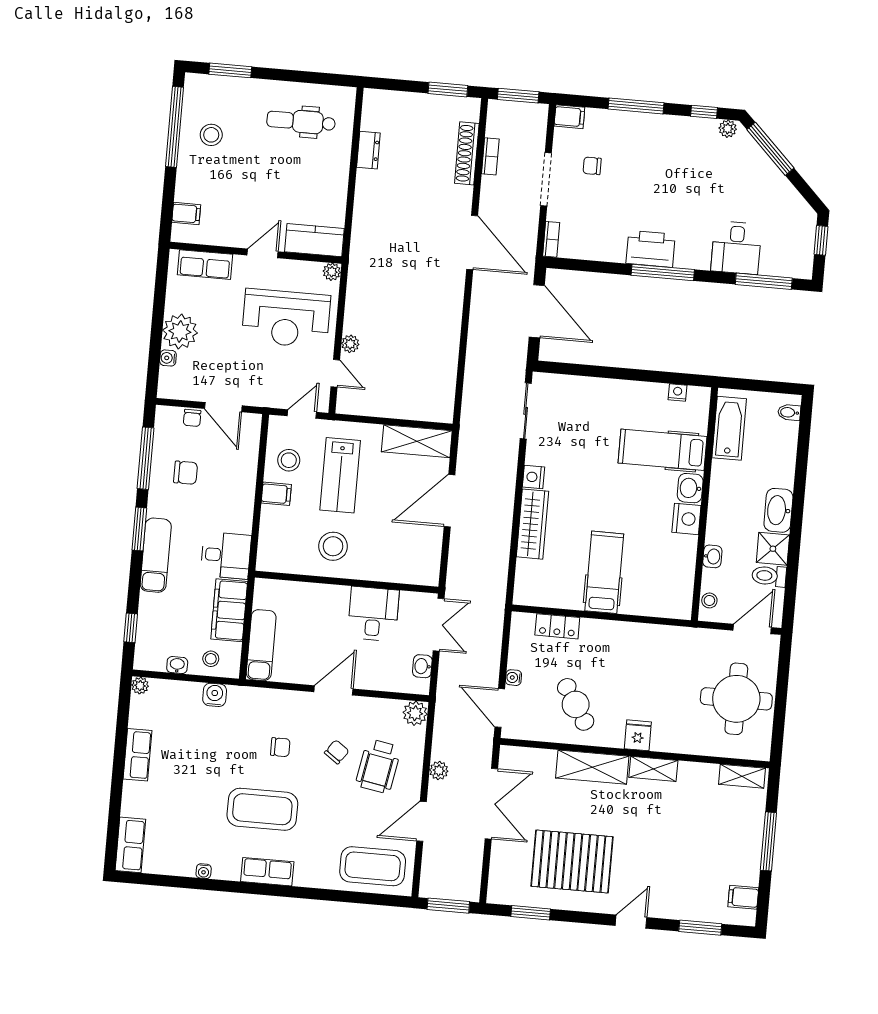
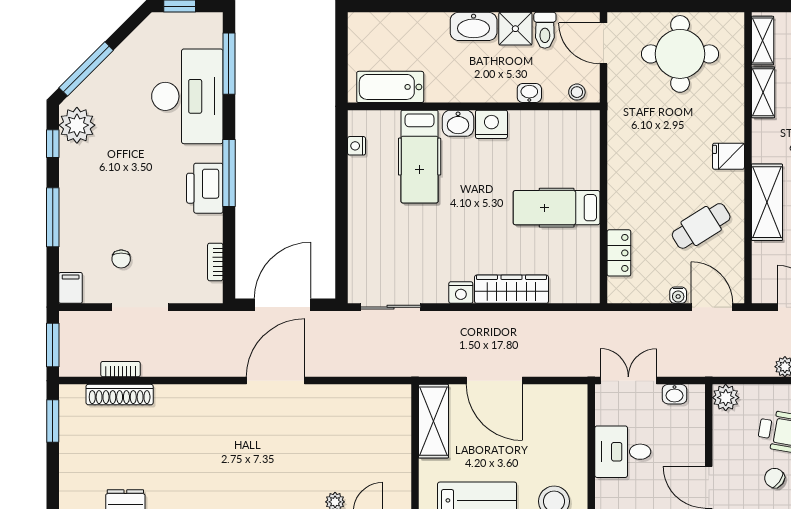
plant: (728, 129) -> (77, 125), width x1.88, depth x1.88
bookcase: (551, 239) -> (215, 262), moved, turned -90
door: (472, 243) -> (275, 381), moved
desk: (736, 248) -> (187, 96), width x1.87, depth x1.30
bidet: (789, 412) -> (367, 24), removed
door: (500, 708) -> (712, 307), swing flipped
shelving: (653, 769) -> (763, 92), moved

